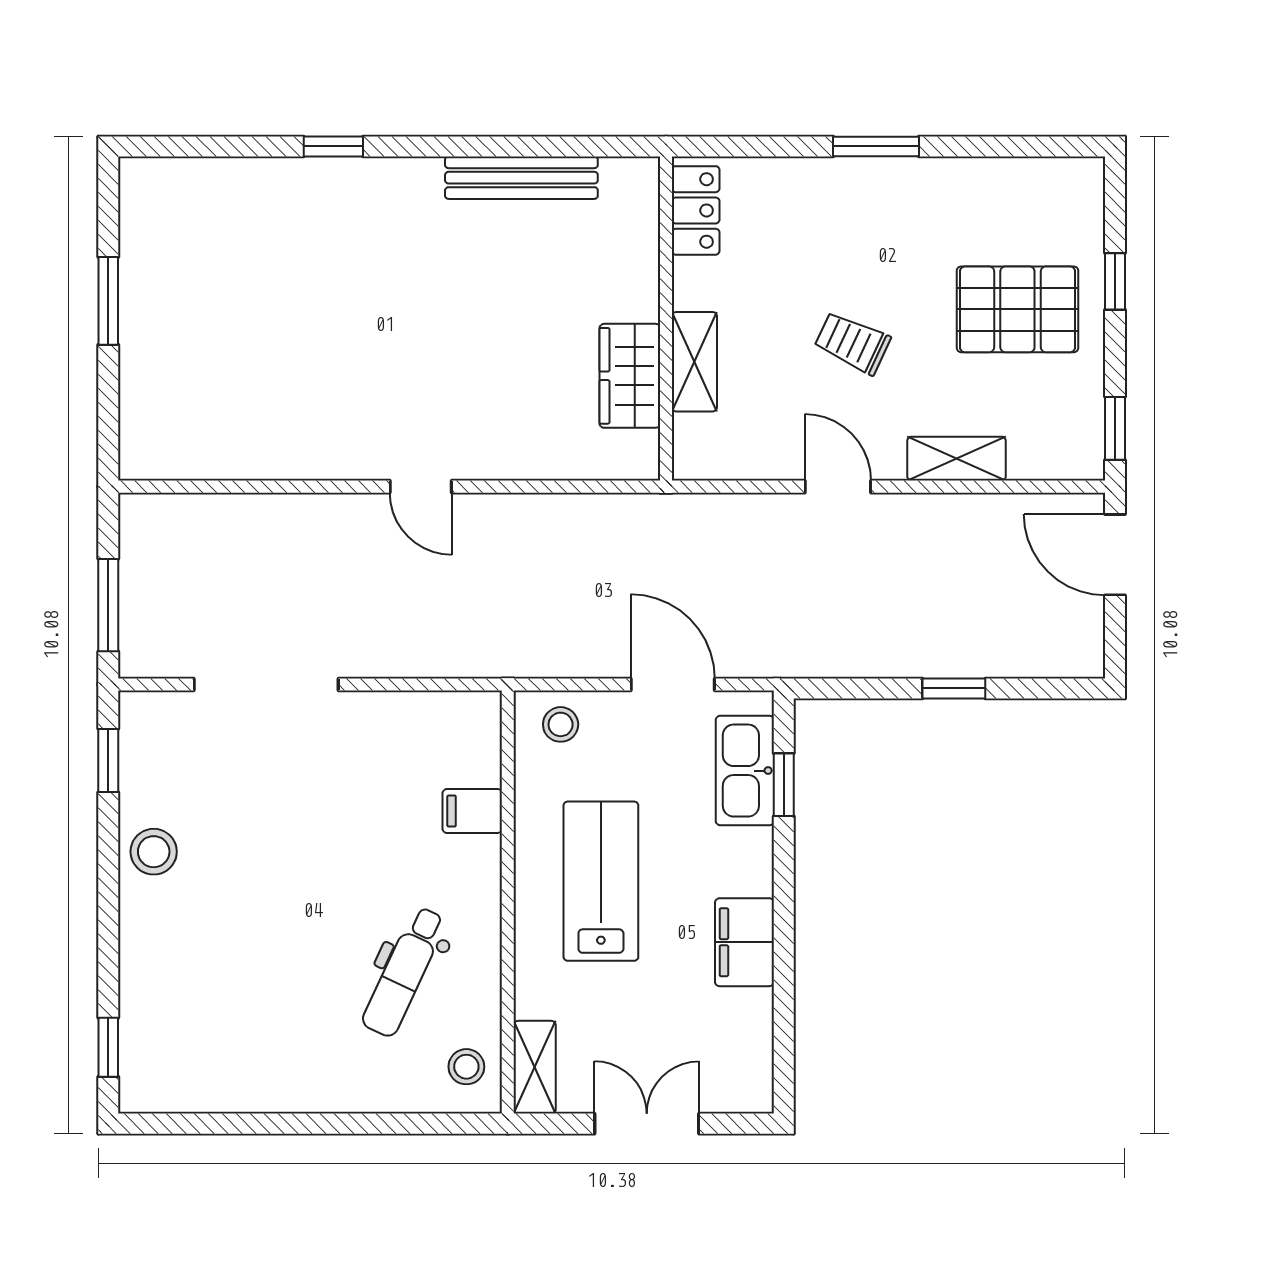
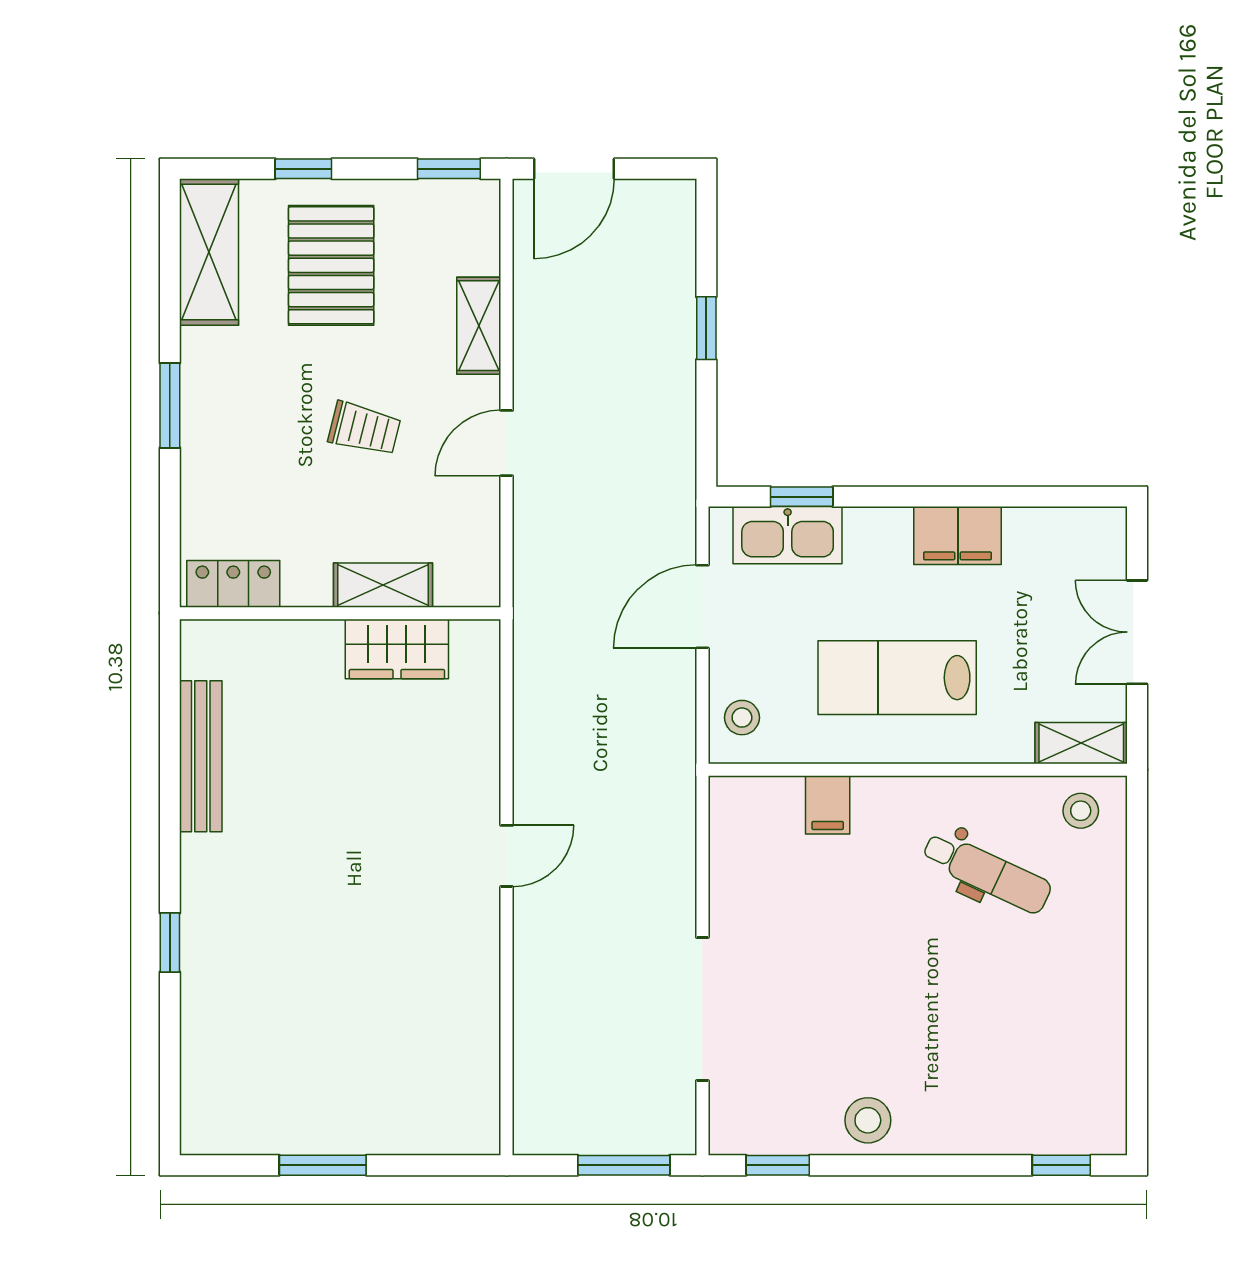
shelving: (1031, 186) -> (209, 252), added
trolley: (852, 343) -> (364, 429), turned -101

